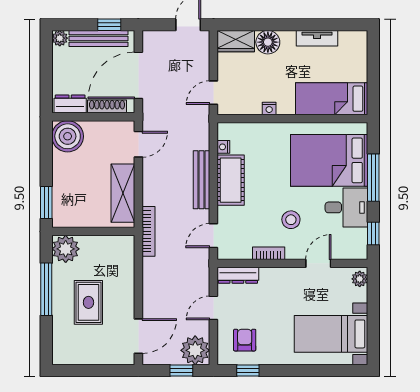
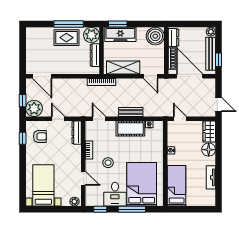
bench: (202, 180) -> (131, 112), width x0.73
freezer: (65, 198) -> (120, 34), added
dresser: (101, 243) -> (95, 55), added
rug: (88, 302) -> (66, 38), moved

